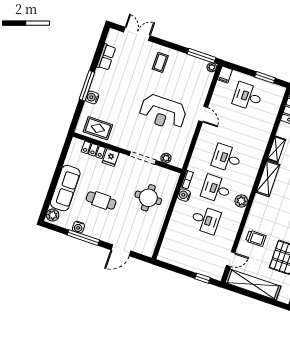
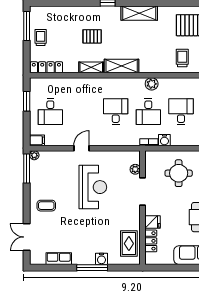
desk: (227, 158) -> (116, 112), turned 180

